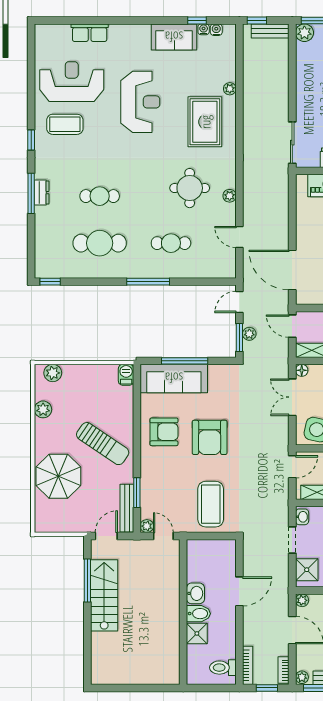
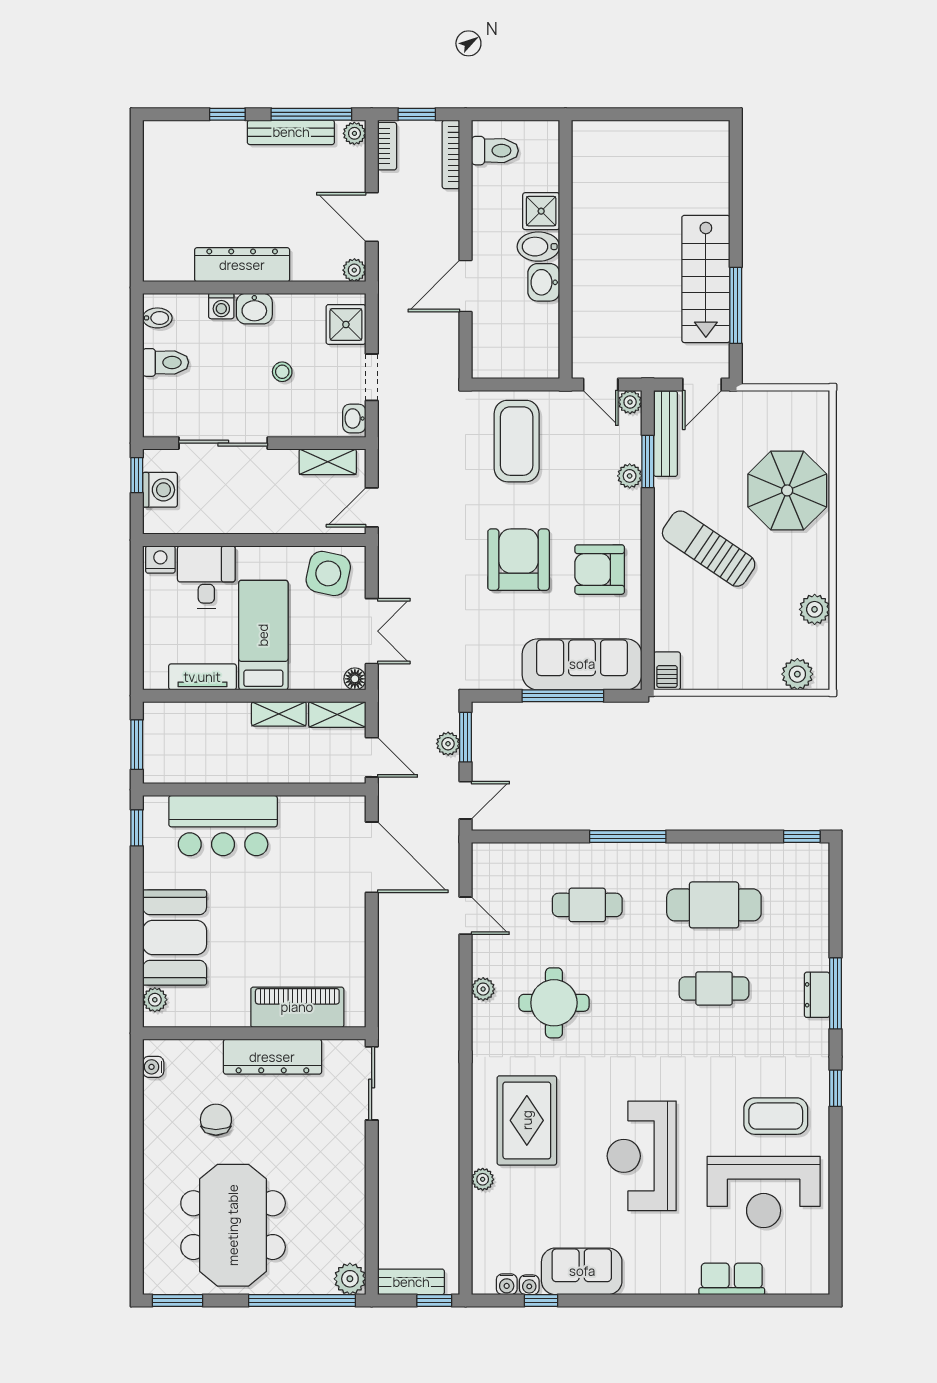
plant: (147, 484) -> (630, 476), added

